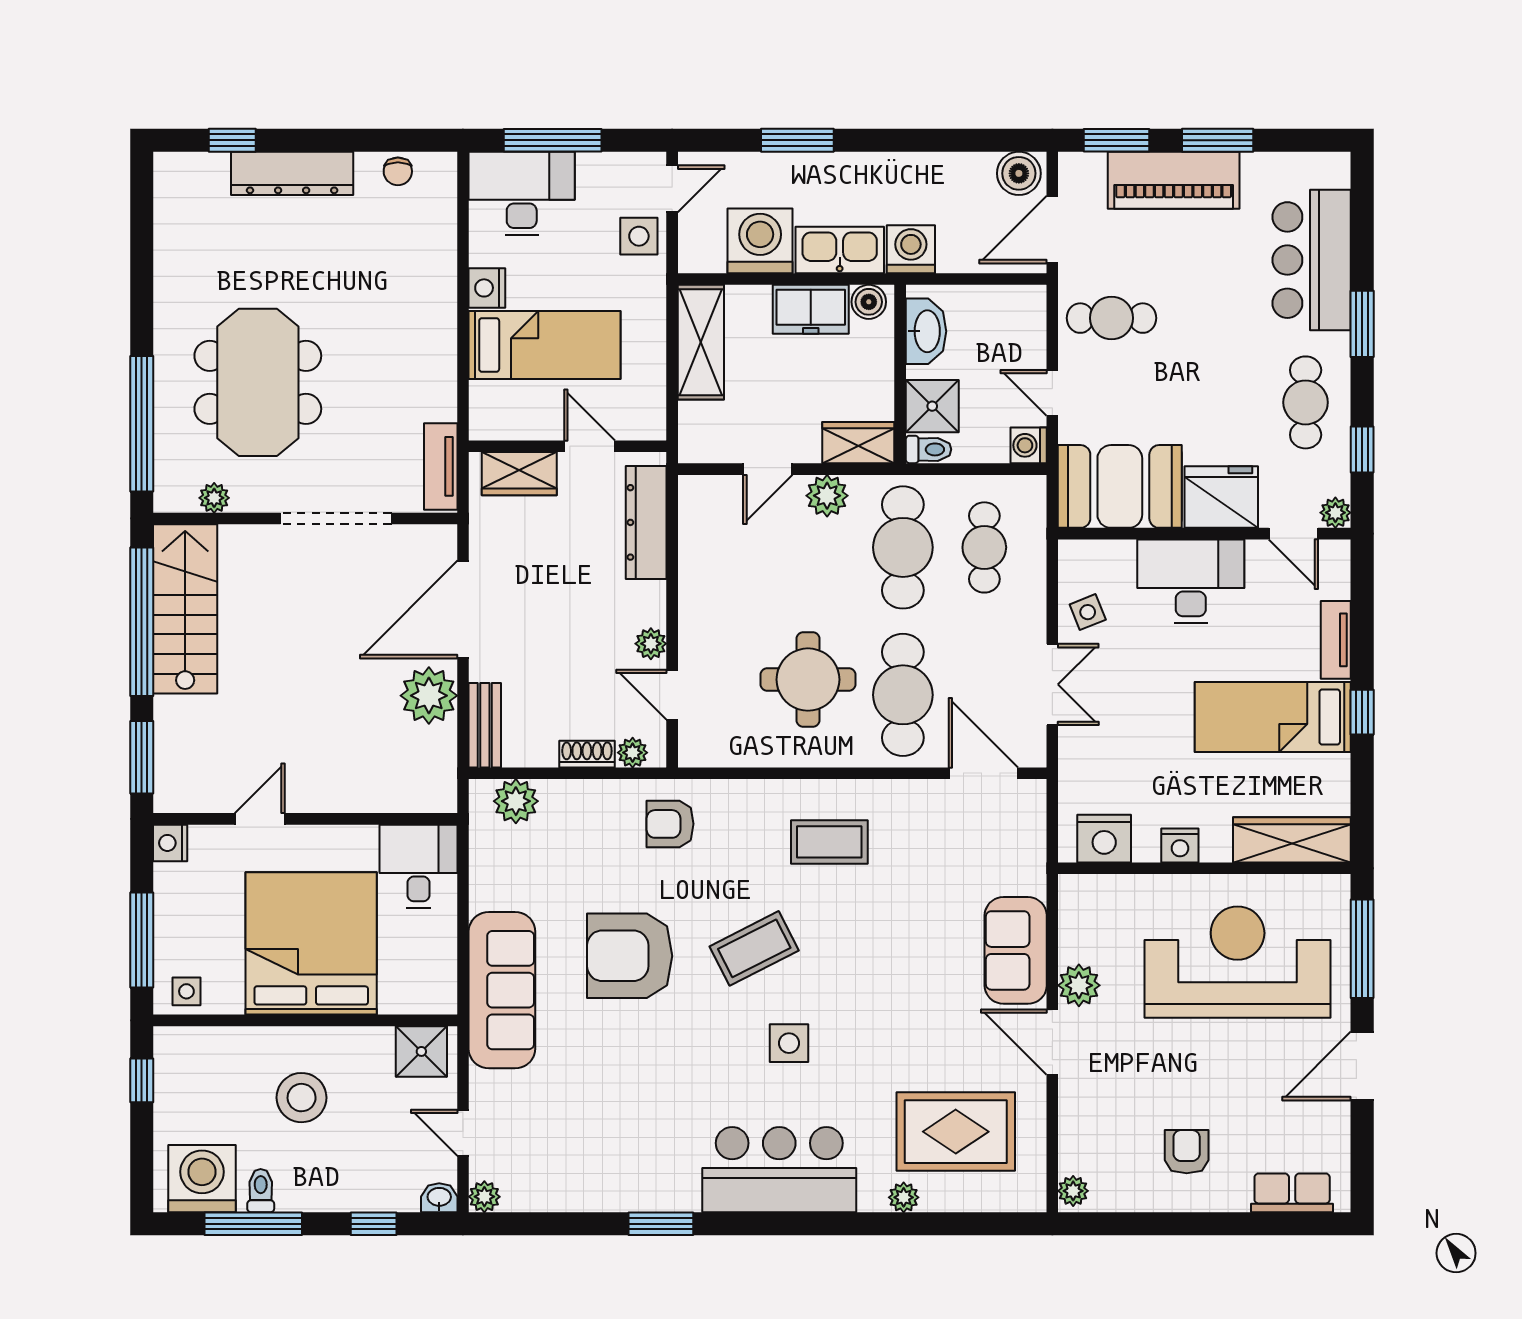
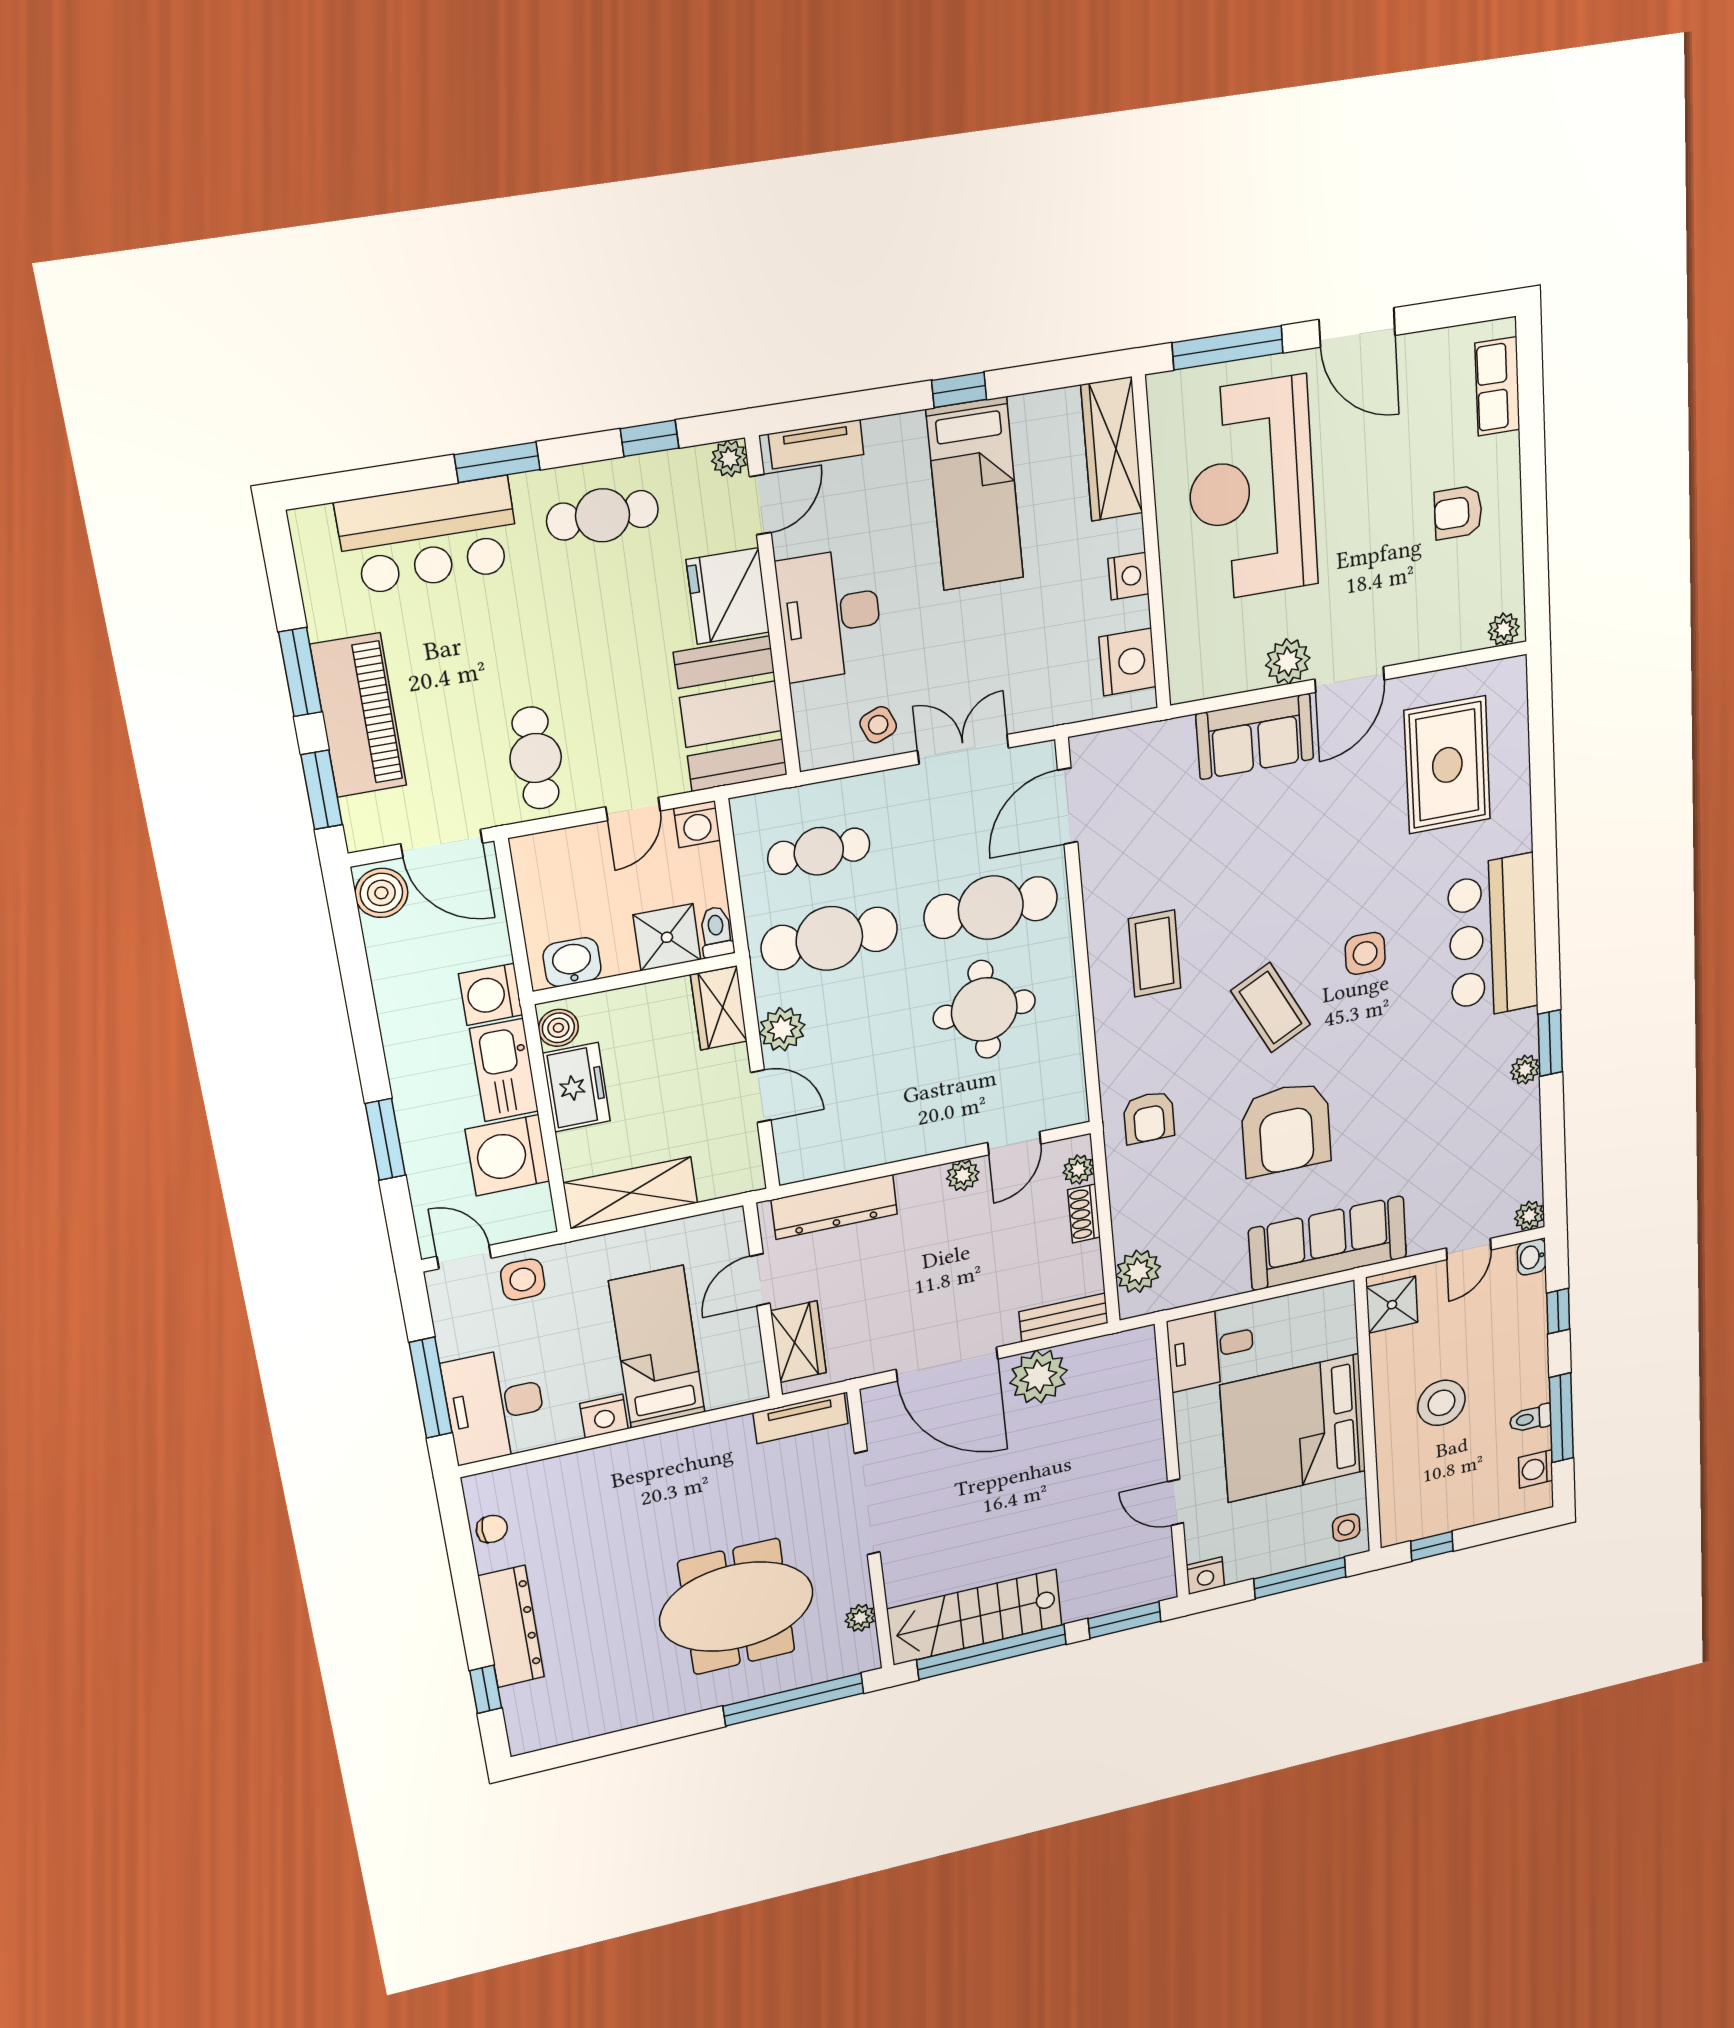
washbasin: (926, 331) -> (572, 962), width x0.72
tv unit: (1336, 640) -> (816, 444), moved
washing machine: (202, 1179) -> (1536, 1469), width x0.53, depth x0.53
plant: (904, 1197) -> (1525, 1070), moved

